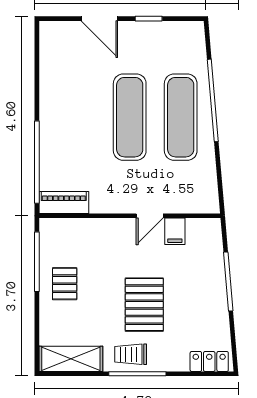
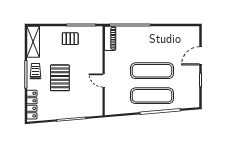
filing cabinet: (175, 231) -> (96, 93), removed
pallet: (144, 305) -> (60, 78), turned 90
locker: (209, 362) -> (32, 105), width x1.53

